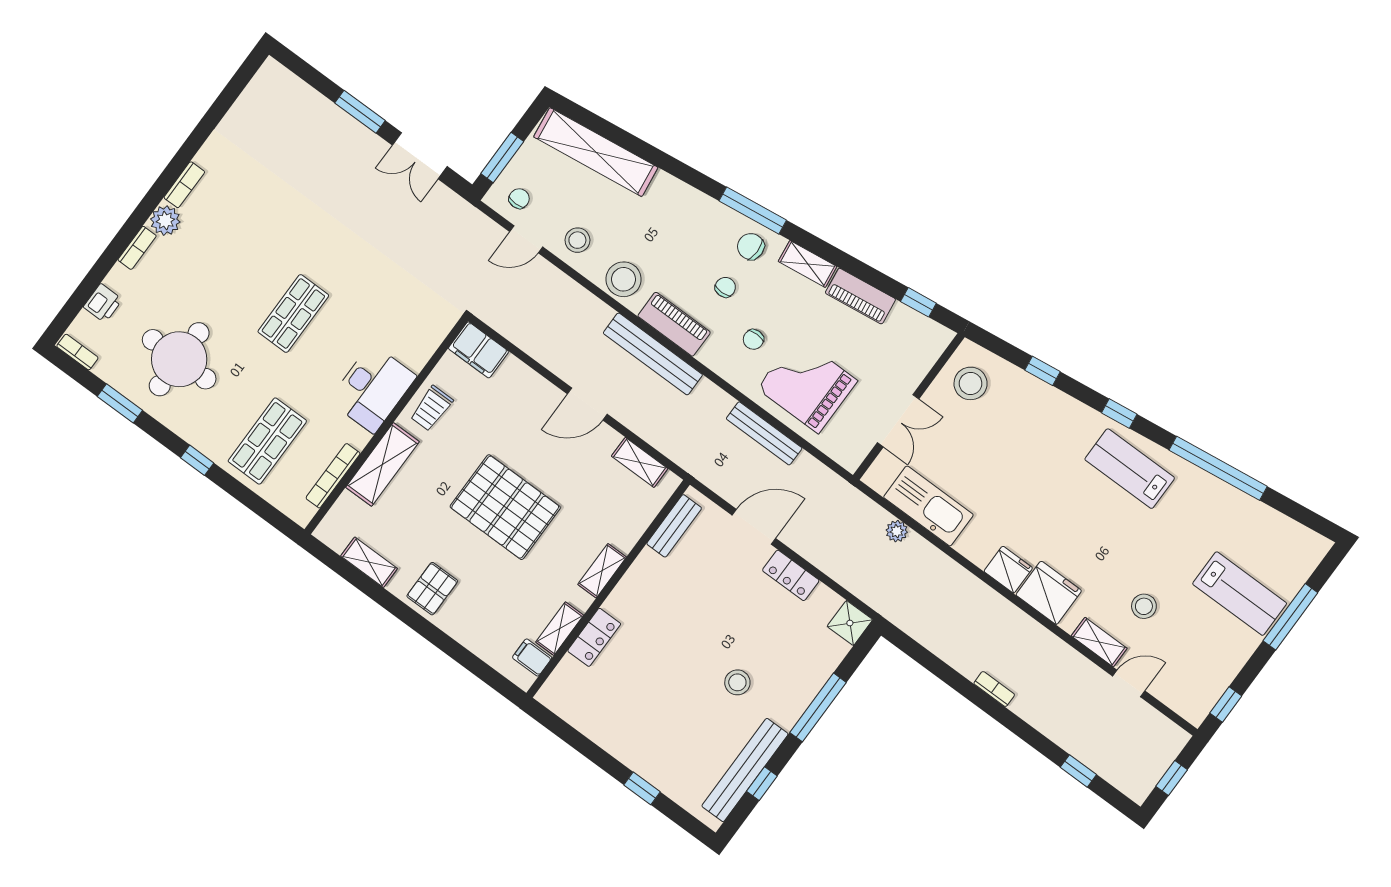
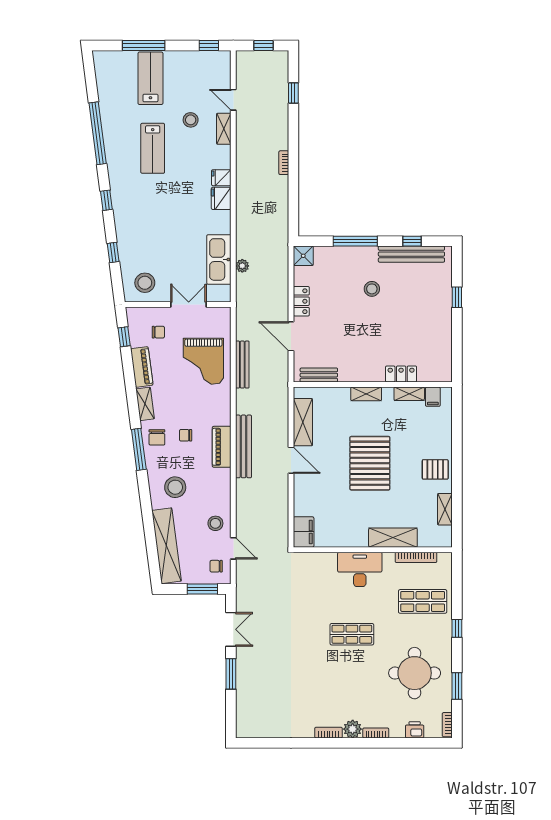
stool: (624, 279) -> (175, 487), moved
chair: (753, 339) -> (158, 332), moved
trolley: (432, 408) -> (348, 534), removed
shelving: (640, 462) -> (303, 422), width x1.50, depth x1.33
lab bench: (1130, 469) -> (153, 148), moved
fridge: (1049, 593) -> (221, 178), width x0.53, depth x0.75

